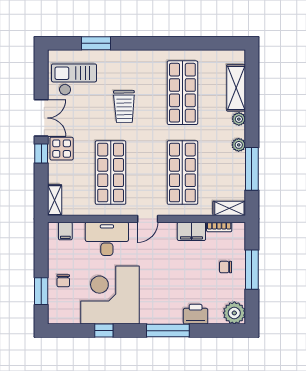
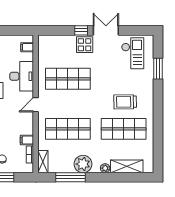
trolley: (124, 107) -> (125, 102), moved
double door: (41, 118) -> (106, 30), swing flipped
plant: (239, 145) -> (83, 164), width x1.88, depth x1.88
shelving: (55, 200) -> (49, 40), removed
door: (148, 219) -> (36, 105), hinge flipped
filing cabinet: (191, 231) -> (27, 140), width x0.50

